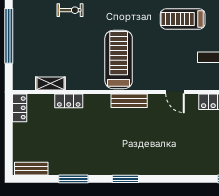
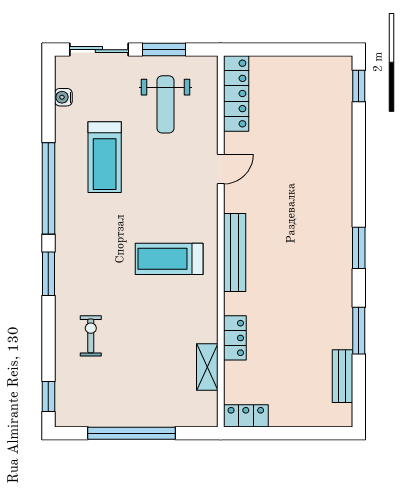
treadmill: (119, 60) -> (169, 259), width x0.73, depth x0.73
bench: (129, 101) -> (235, 253), width x1.36
bench: (31, 169) -> (342, 376), moved

